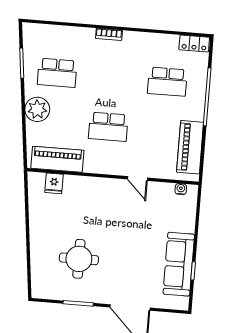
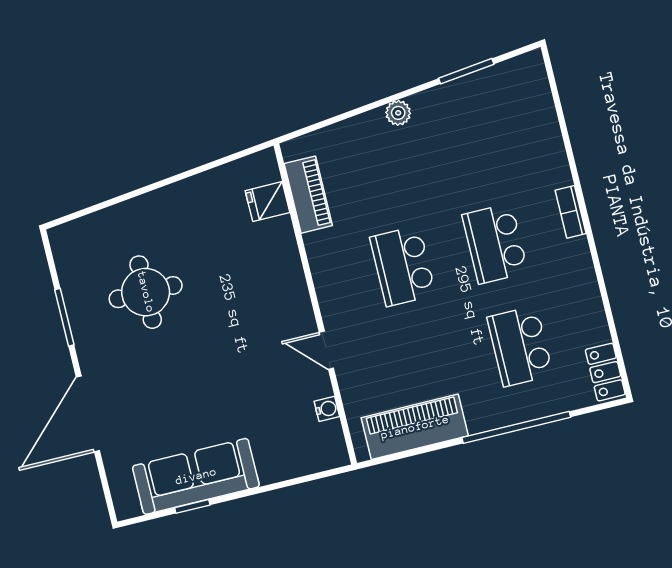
school desk: (57, 73) -> (495, 244), moved
plant: (37, 109) -> (398, 113), width x0.53, depth x0.53
piano: (57, 159) -> (308, 195), width x0.73, depth x0.75
door: (138, 178) -> (326, 350), hinge flipped
water cooler: (181, 189) -> (327, 409), moved

